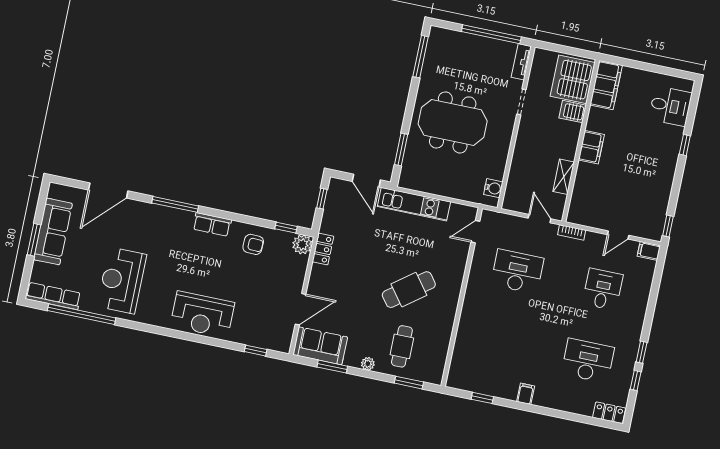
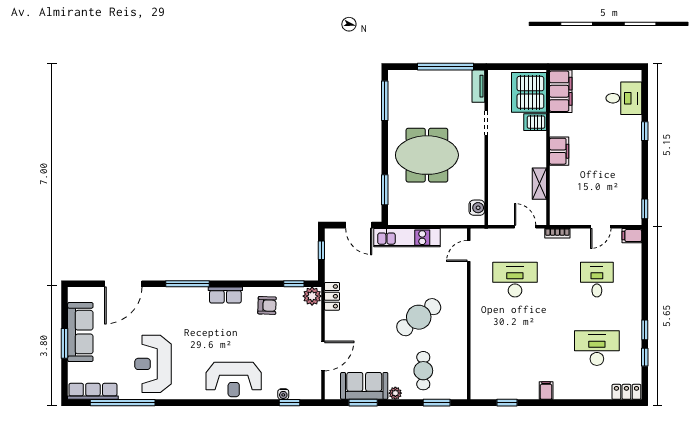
water cooler: (251, 340) -> (283, 394), added
sofa: (320, 346) -> (364, 386), moved

